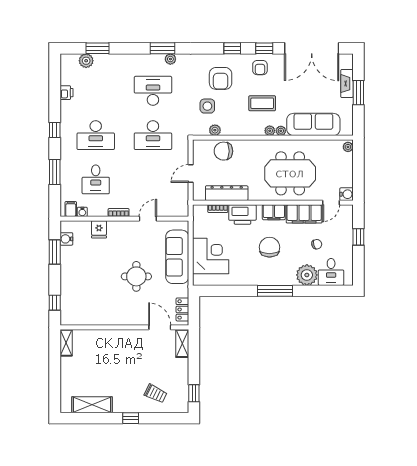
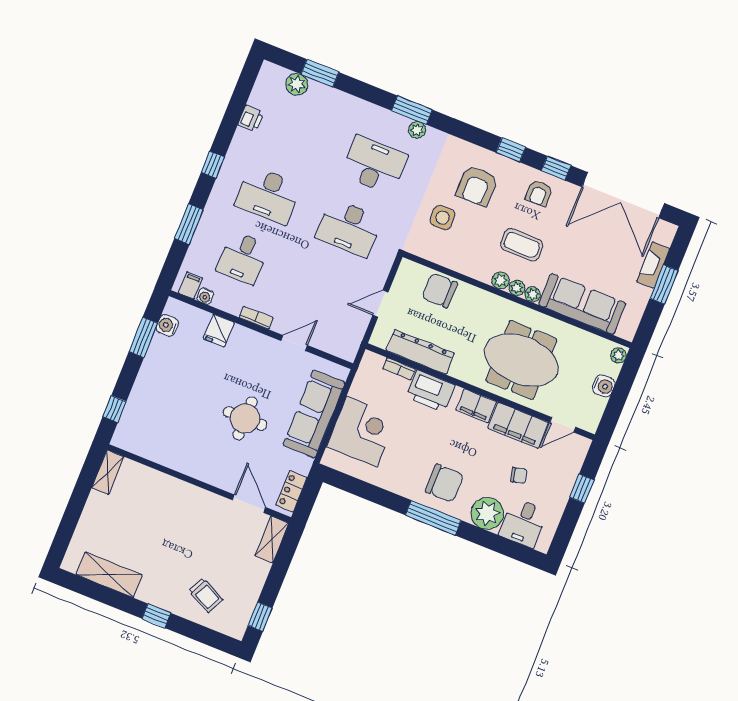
plant: (215, 130) -> (501, 280), moved
water cooler: (346, 194) -> (604, 386), moved
chair: (269, 247) -> (444, 483), moved, turned 90

